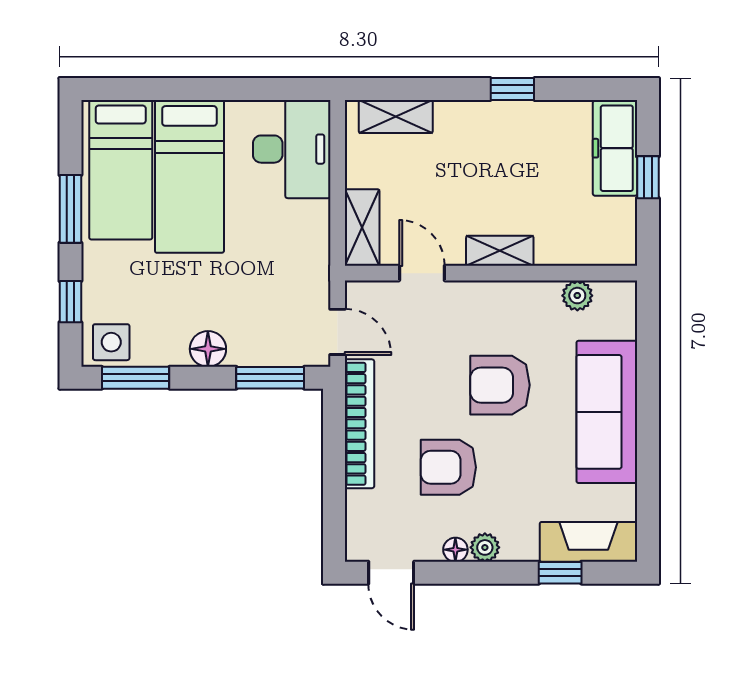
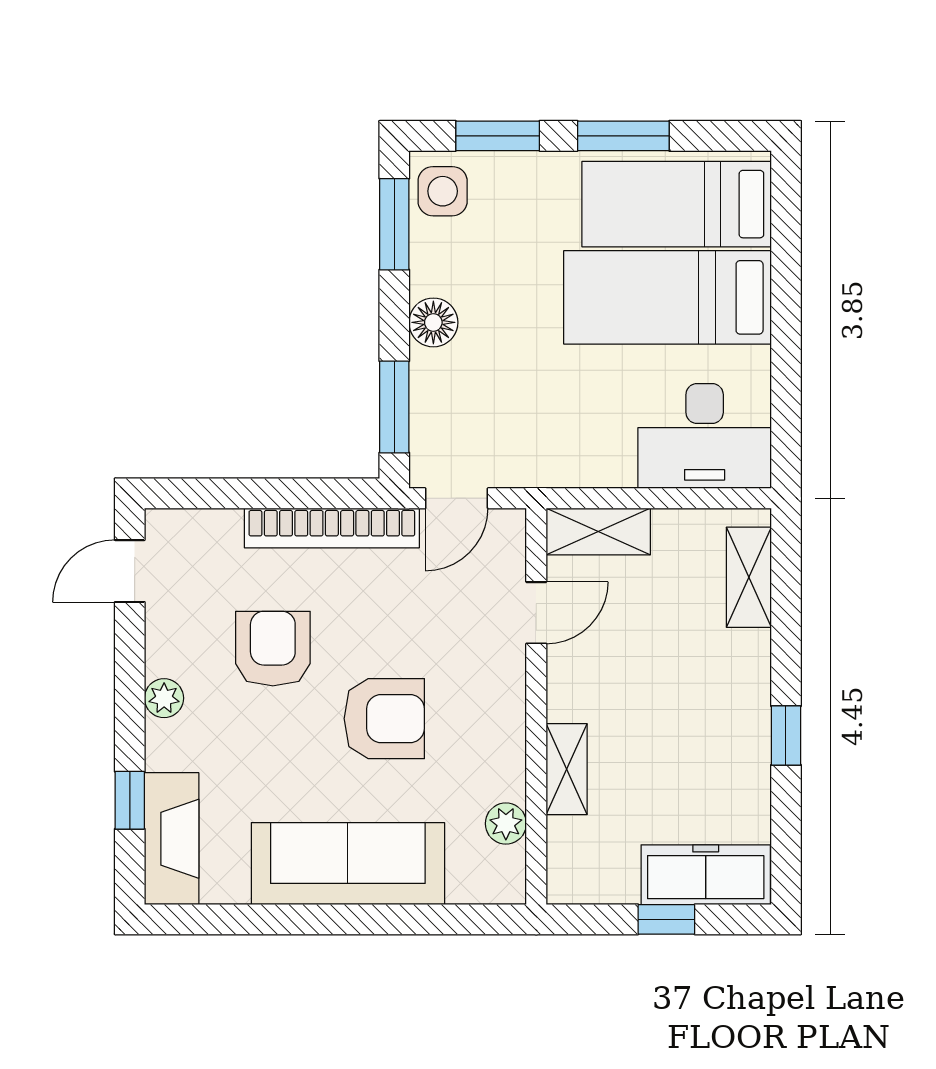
shelving: (500, 251) -> (567, 769), moved
window: (70, 302) -> (498, 136), width x1.50
armchair: (500, 385) -> (384, 719), turned 90
floor lamp: (455, 550) -> (161, 658), removed

